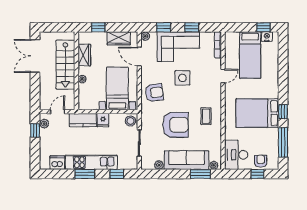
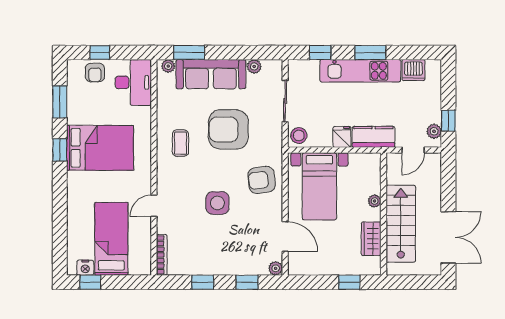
wardrobe: (119, 38) -> (317, 265), removed
corner sofa: (178, 47) -> (224, 252), removed
window: (283, 142) -> (60, 102), width x0.69

